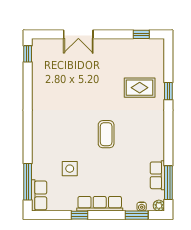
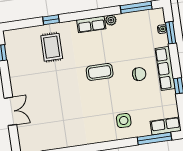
side table: (70, 169) -> (124, 121), moved
row of seats: (157, 175) -> (91, 24), moved
chair: (98, 176) -> (139, 74), added
plant: (159, 206) -> (111, 20), moved

